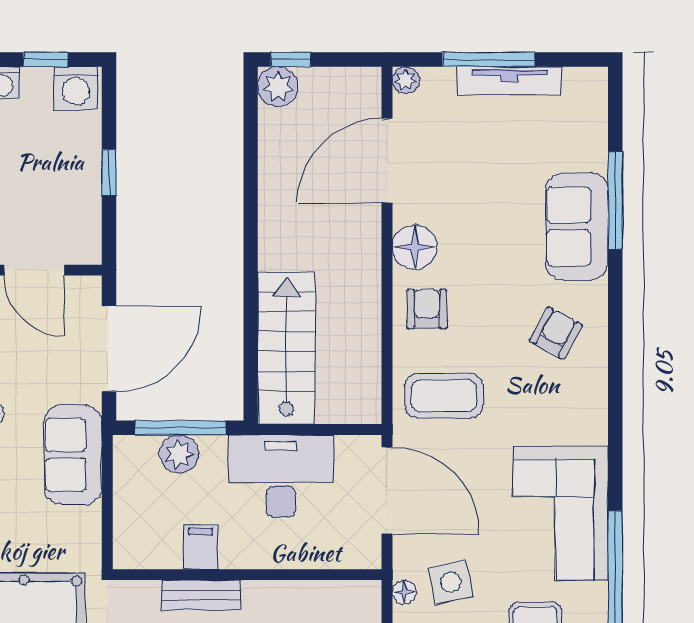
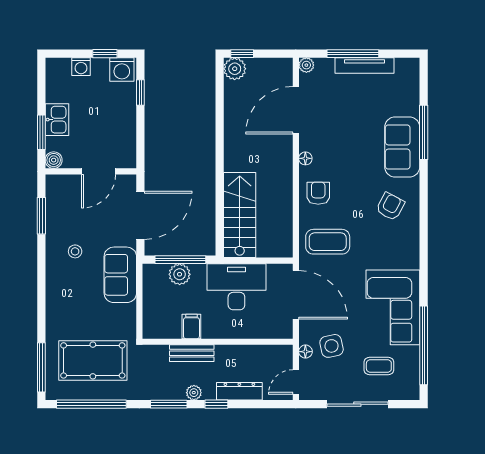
window: (109, 172) -> (140, 93), moved
floor lamp: (414, 247) -> (305, 158), width x0.53, depth x0.53
door: (34, 270) -> (99, 171), hinge flipped

